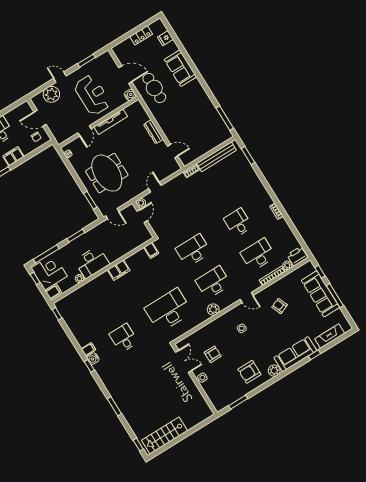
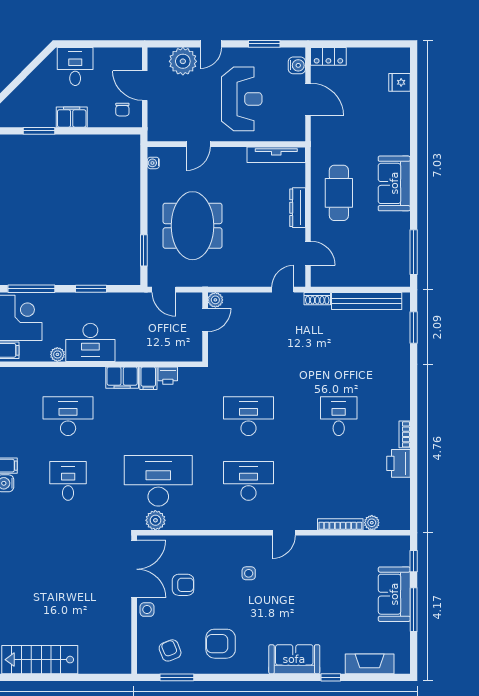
locker: (141, 35) -> (328, 56), moved
sofa: (180, 68) -> (394, 183), moved
door: (60, 77) -> (211, 44), swing flipped
cafe table: (154, 88) -> (339, 193), moved
water cooler: (130, 95) -> (297, 65), moved
tv unit: (111, 122) -> (276, 155), moved
door: (155, 187) -> (283, 290), moved
filing cabinet: (151, 250) -> (148, 378), moved
printer: (141, 255) -> (168, 376), added
desk: (258, 255) -> (68, 416), moved
printer: (297, 256) -> (399, 463), moved, turned -90
sofa: (320, 294) -> (394, 594), width x0.73
door: (247, 297) -> (284, 533), hinge flipped
armchair: (280, 306) -> (170, 650), moved
plant: (213, 310) -> (155, 520), moved
sofa: (295, 354) -> (294, 659), width x0.73
double door: (184, 361) -> (134, 569), width x1.37
plant: (274, 371) -> (258, 664), removed

